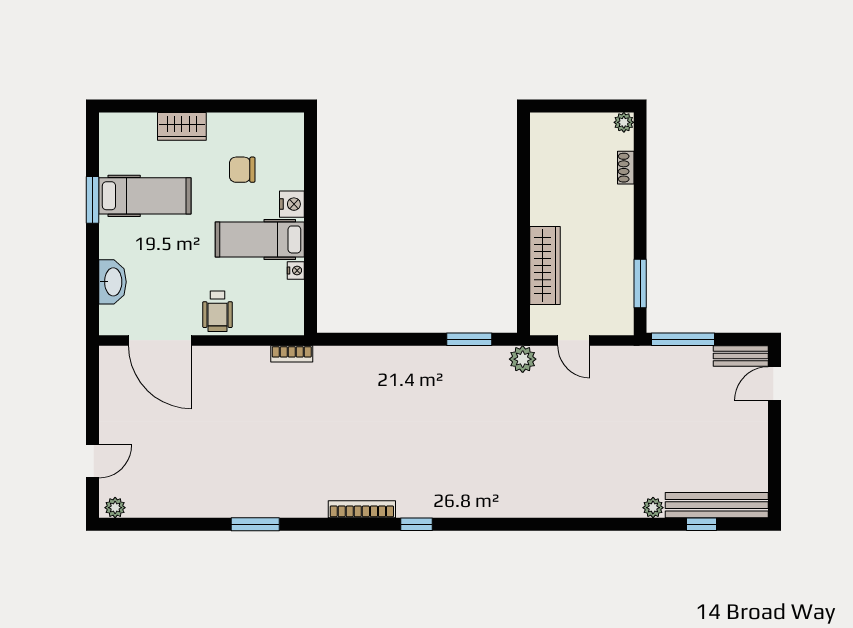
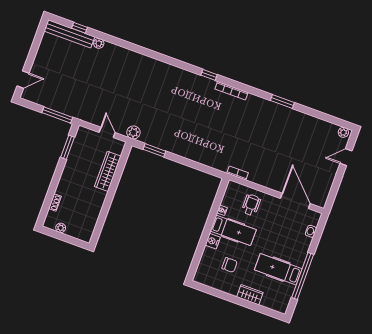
plant: (624, 122) -> (61, 228), moved
window: (92, 200) -> (303, 276), width x2.11
washbasin: (112, 282) -> (311, 231), width x0.52, depth x0.69
wheelchair: (218, 311) -> (251, 205), moved
bench: (741, 356) -> (34, 98), removed

